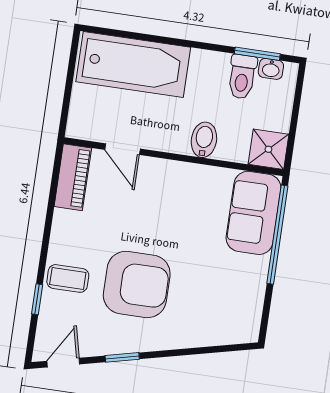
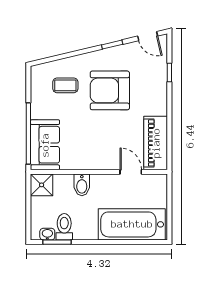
piano: (73, 177) -> (156, 143), width x1.37, depth x1.33
coffee table: (68, 278) -> (65, 85), moved
door: (63, 363) -> (148, 36), hinge flipped

